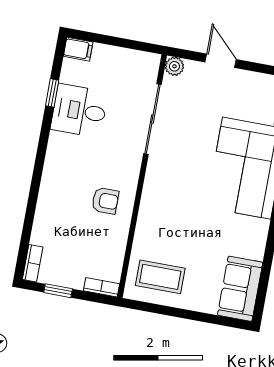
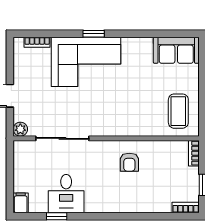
armchair: (105, 201) -> (129, 162), turned 180

